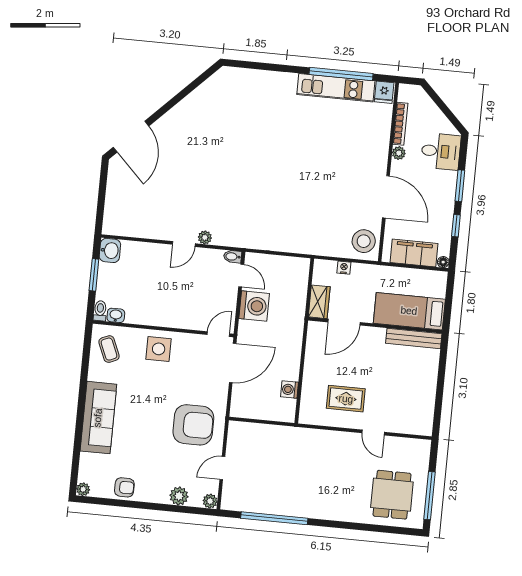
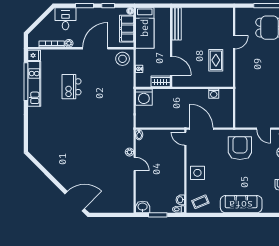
kitchen island: (325, 150) -> (72, 87), added
door: (241, 276) -> (150, 129), removed
washing machine: (254, 306) -> (144, 97), moved, turned 180
bed: (409, 311) -> (145, 28), moved

